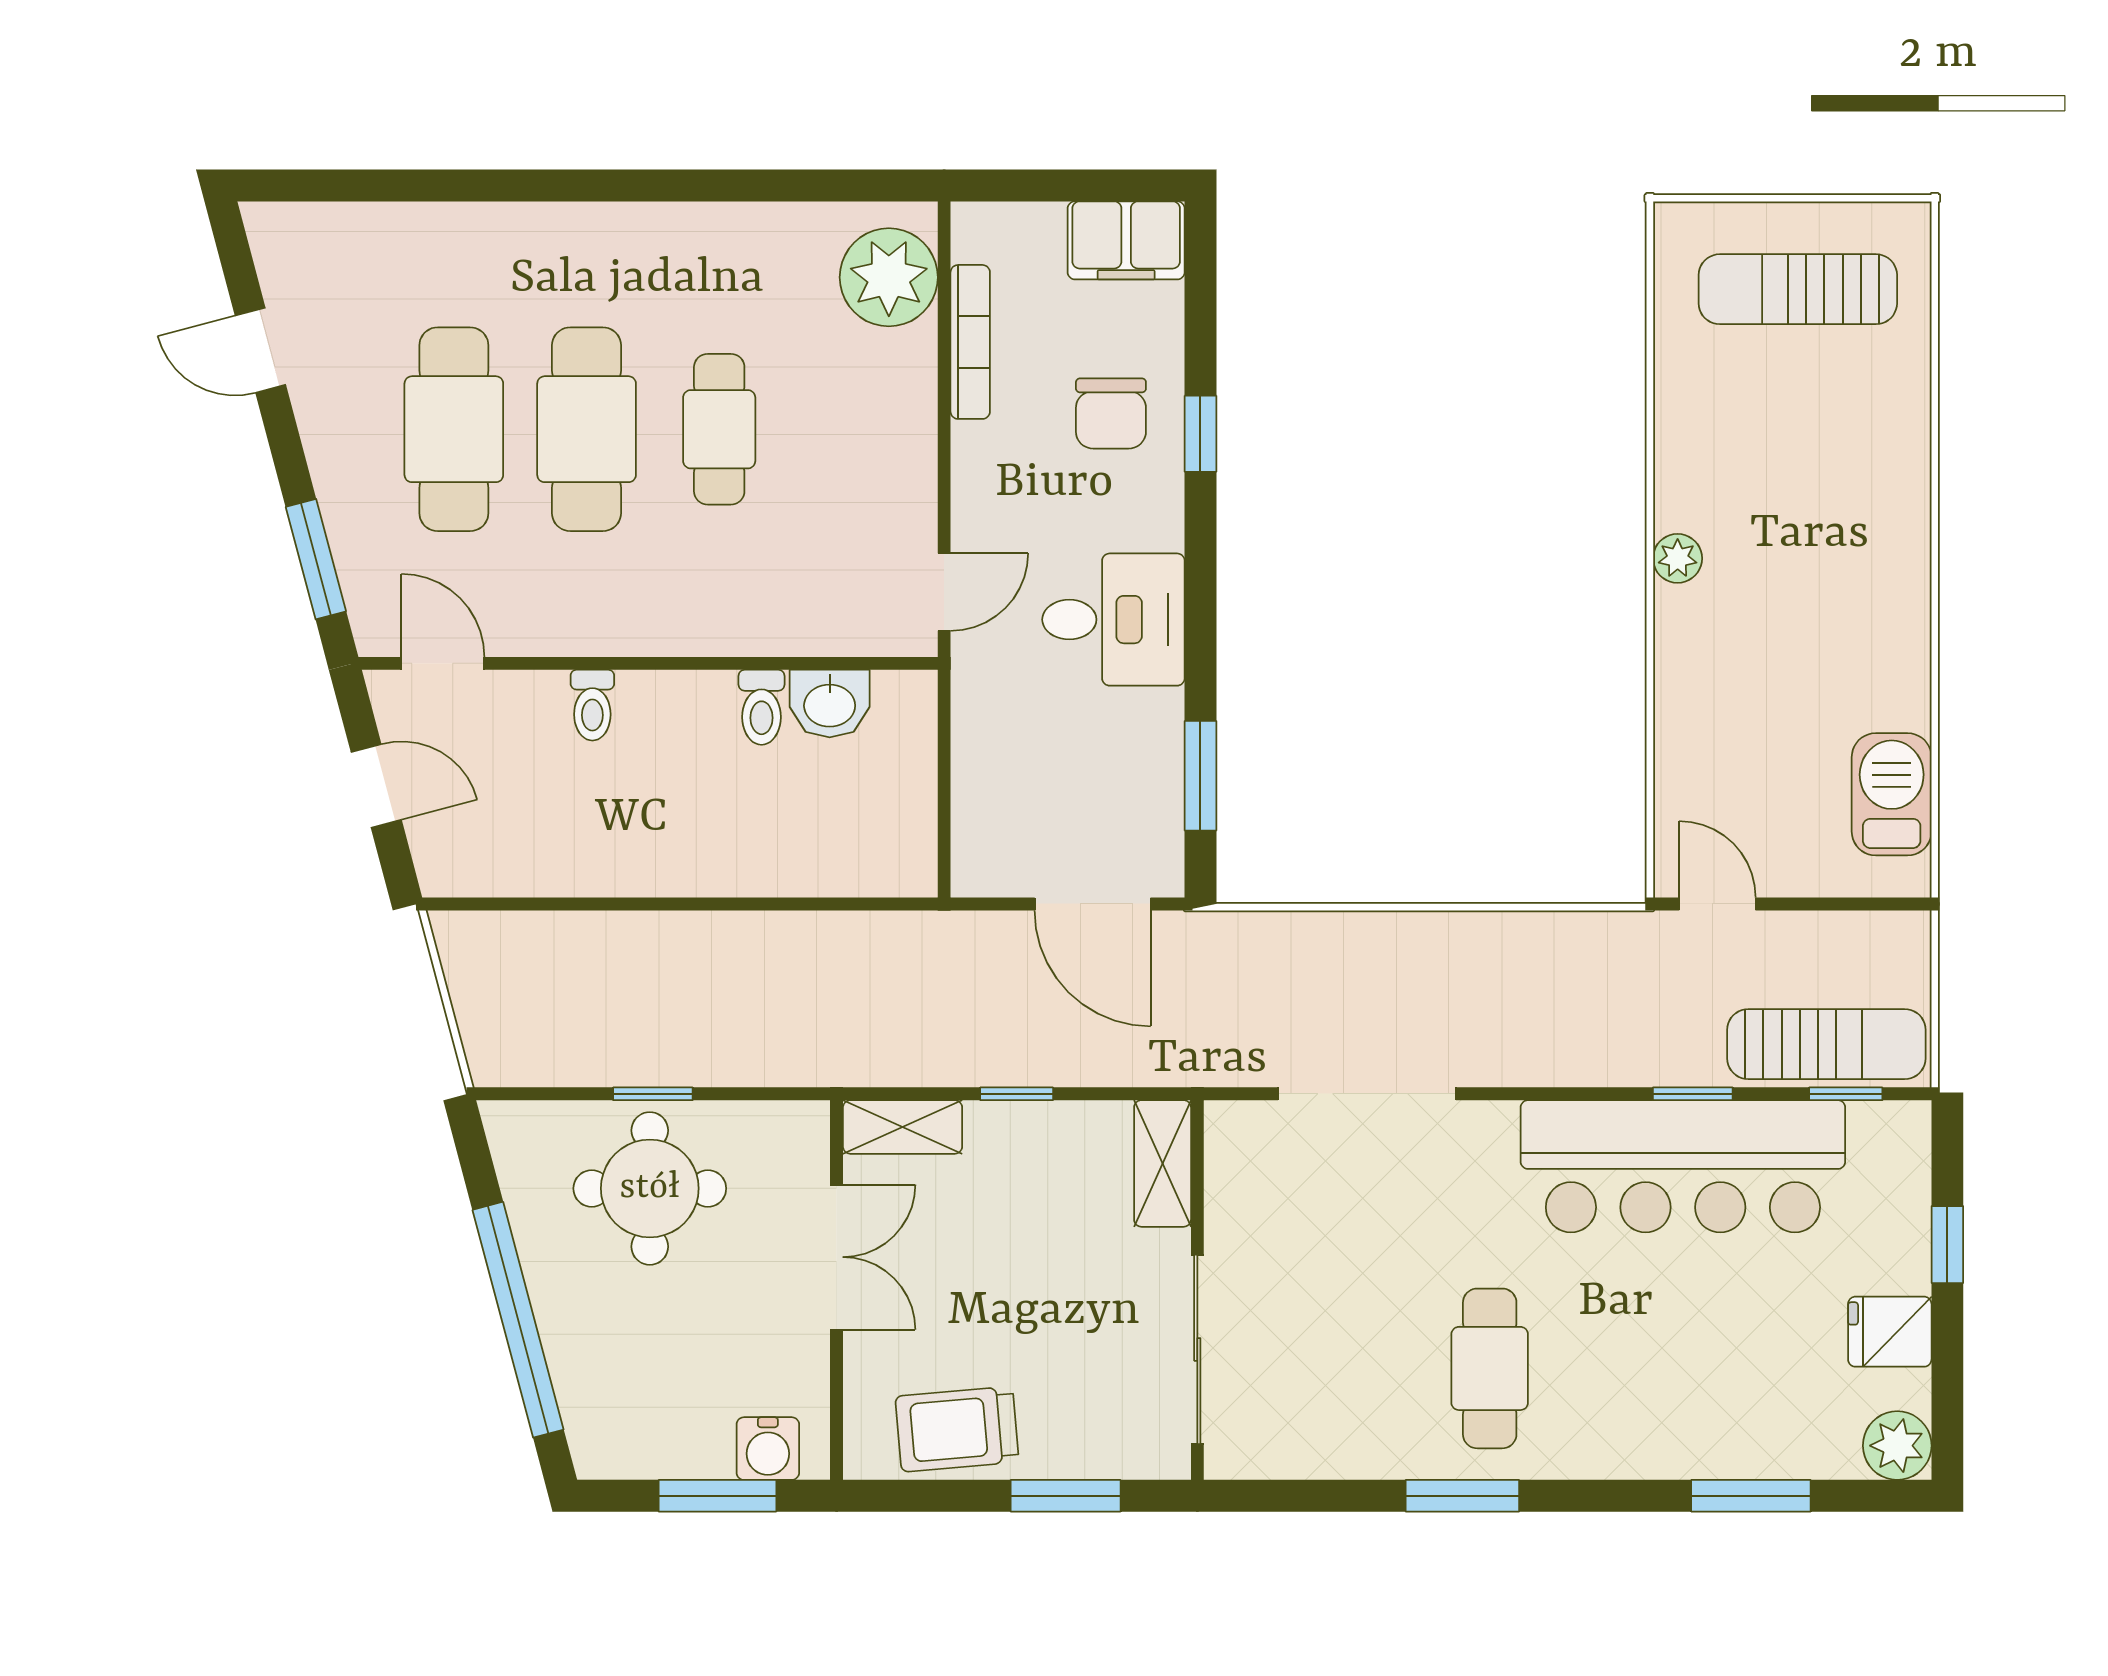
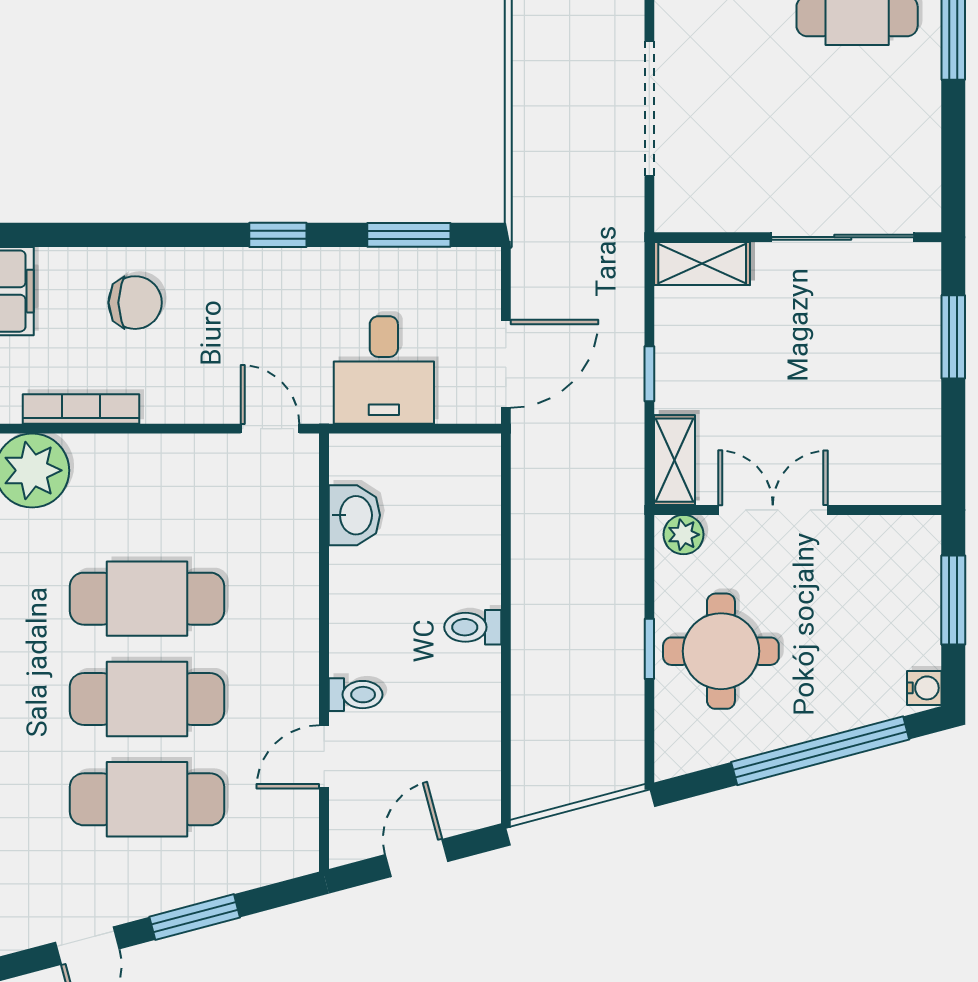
cafe table: (719, 429) -> (147, 599), width x1.37, depth x1.35
window: (1200, 434) -> (278, 235), moved
window: (316, 559) -> (195, 917), moved
desk: (1113, 620) -> (384, 370), moved, turned 180
door: (443, 663) -> (324, 757), moved
toilet: (762, 707) -> (473, 627), moved, turned 180
door: (1093, 904) -> (506, 364), moved
plant: (804, 1139) -> (684, 535), added
trolley: (957, 1429) -> (903, 419), removed
water cooler: (768, 1449) -> (924, 688), moved, width x0.72, depth x0.72

